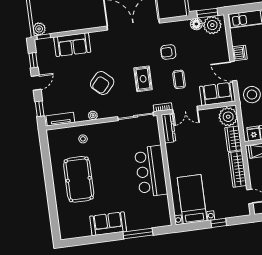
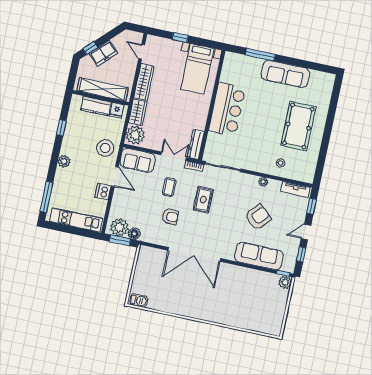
sofa: (72, 45) -> (259, 256), width x1.36
armchair: (102, 83) -> (258, 217), moved
sofa: (108, 224) -> (285, 74), width x1.36

